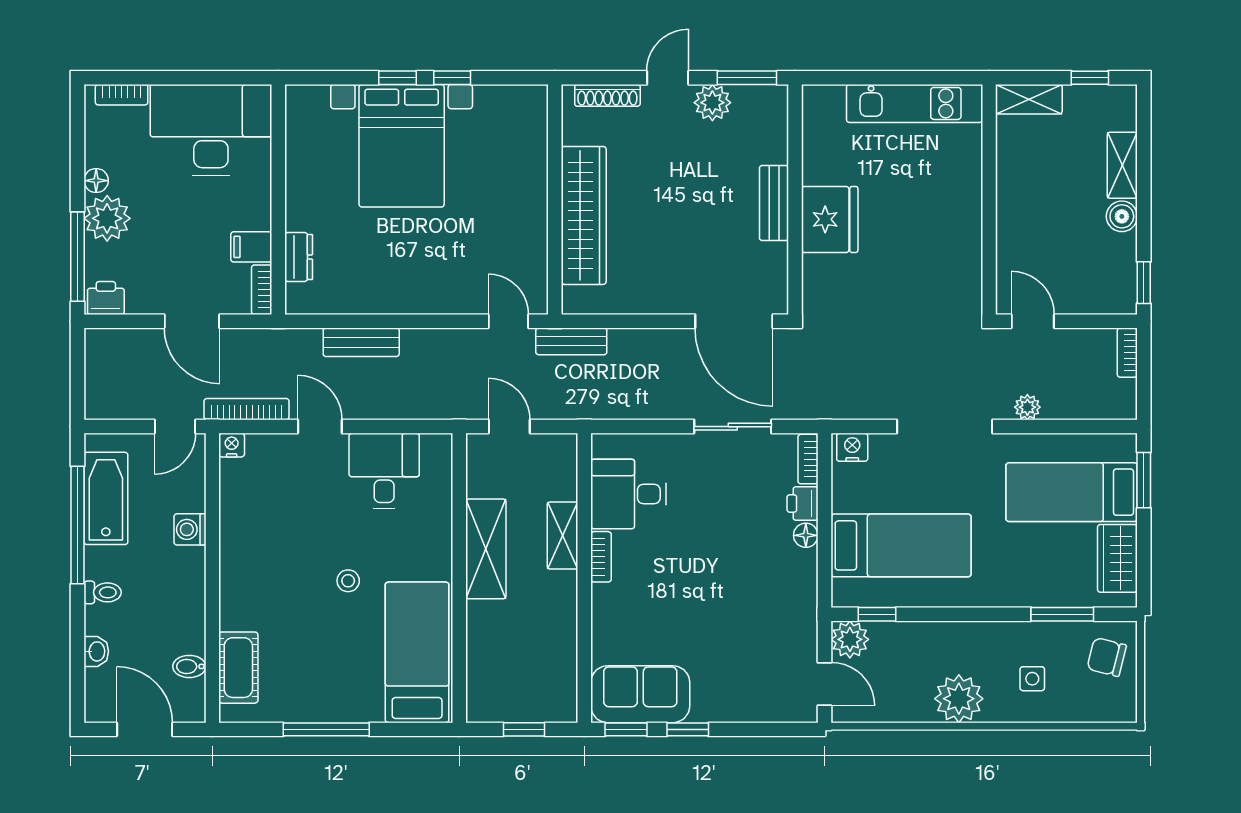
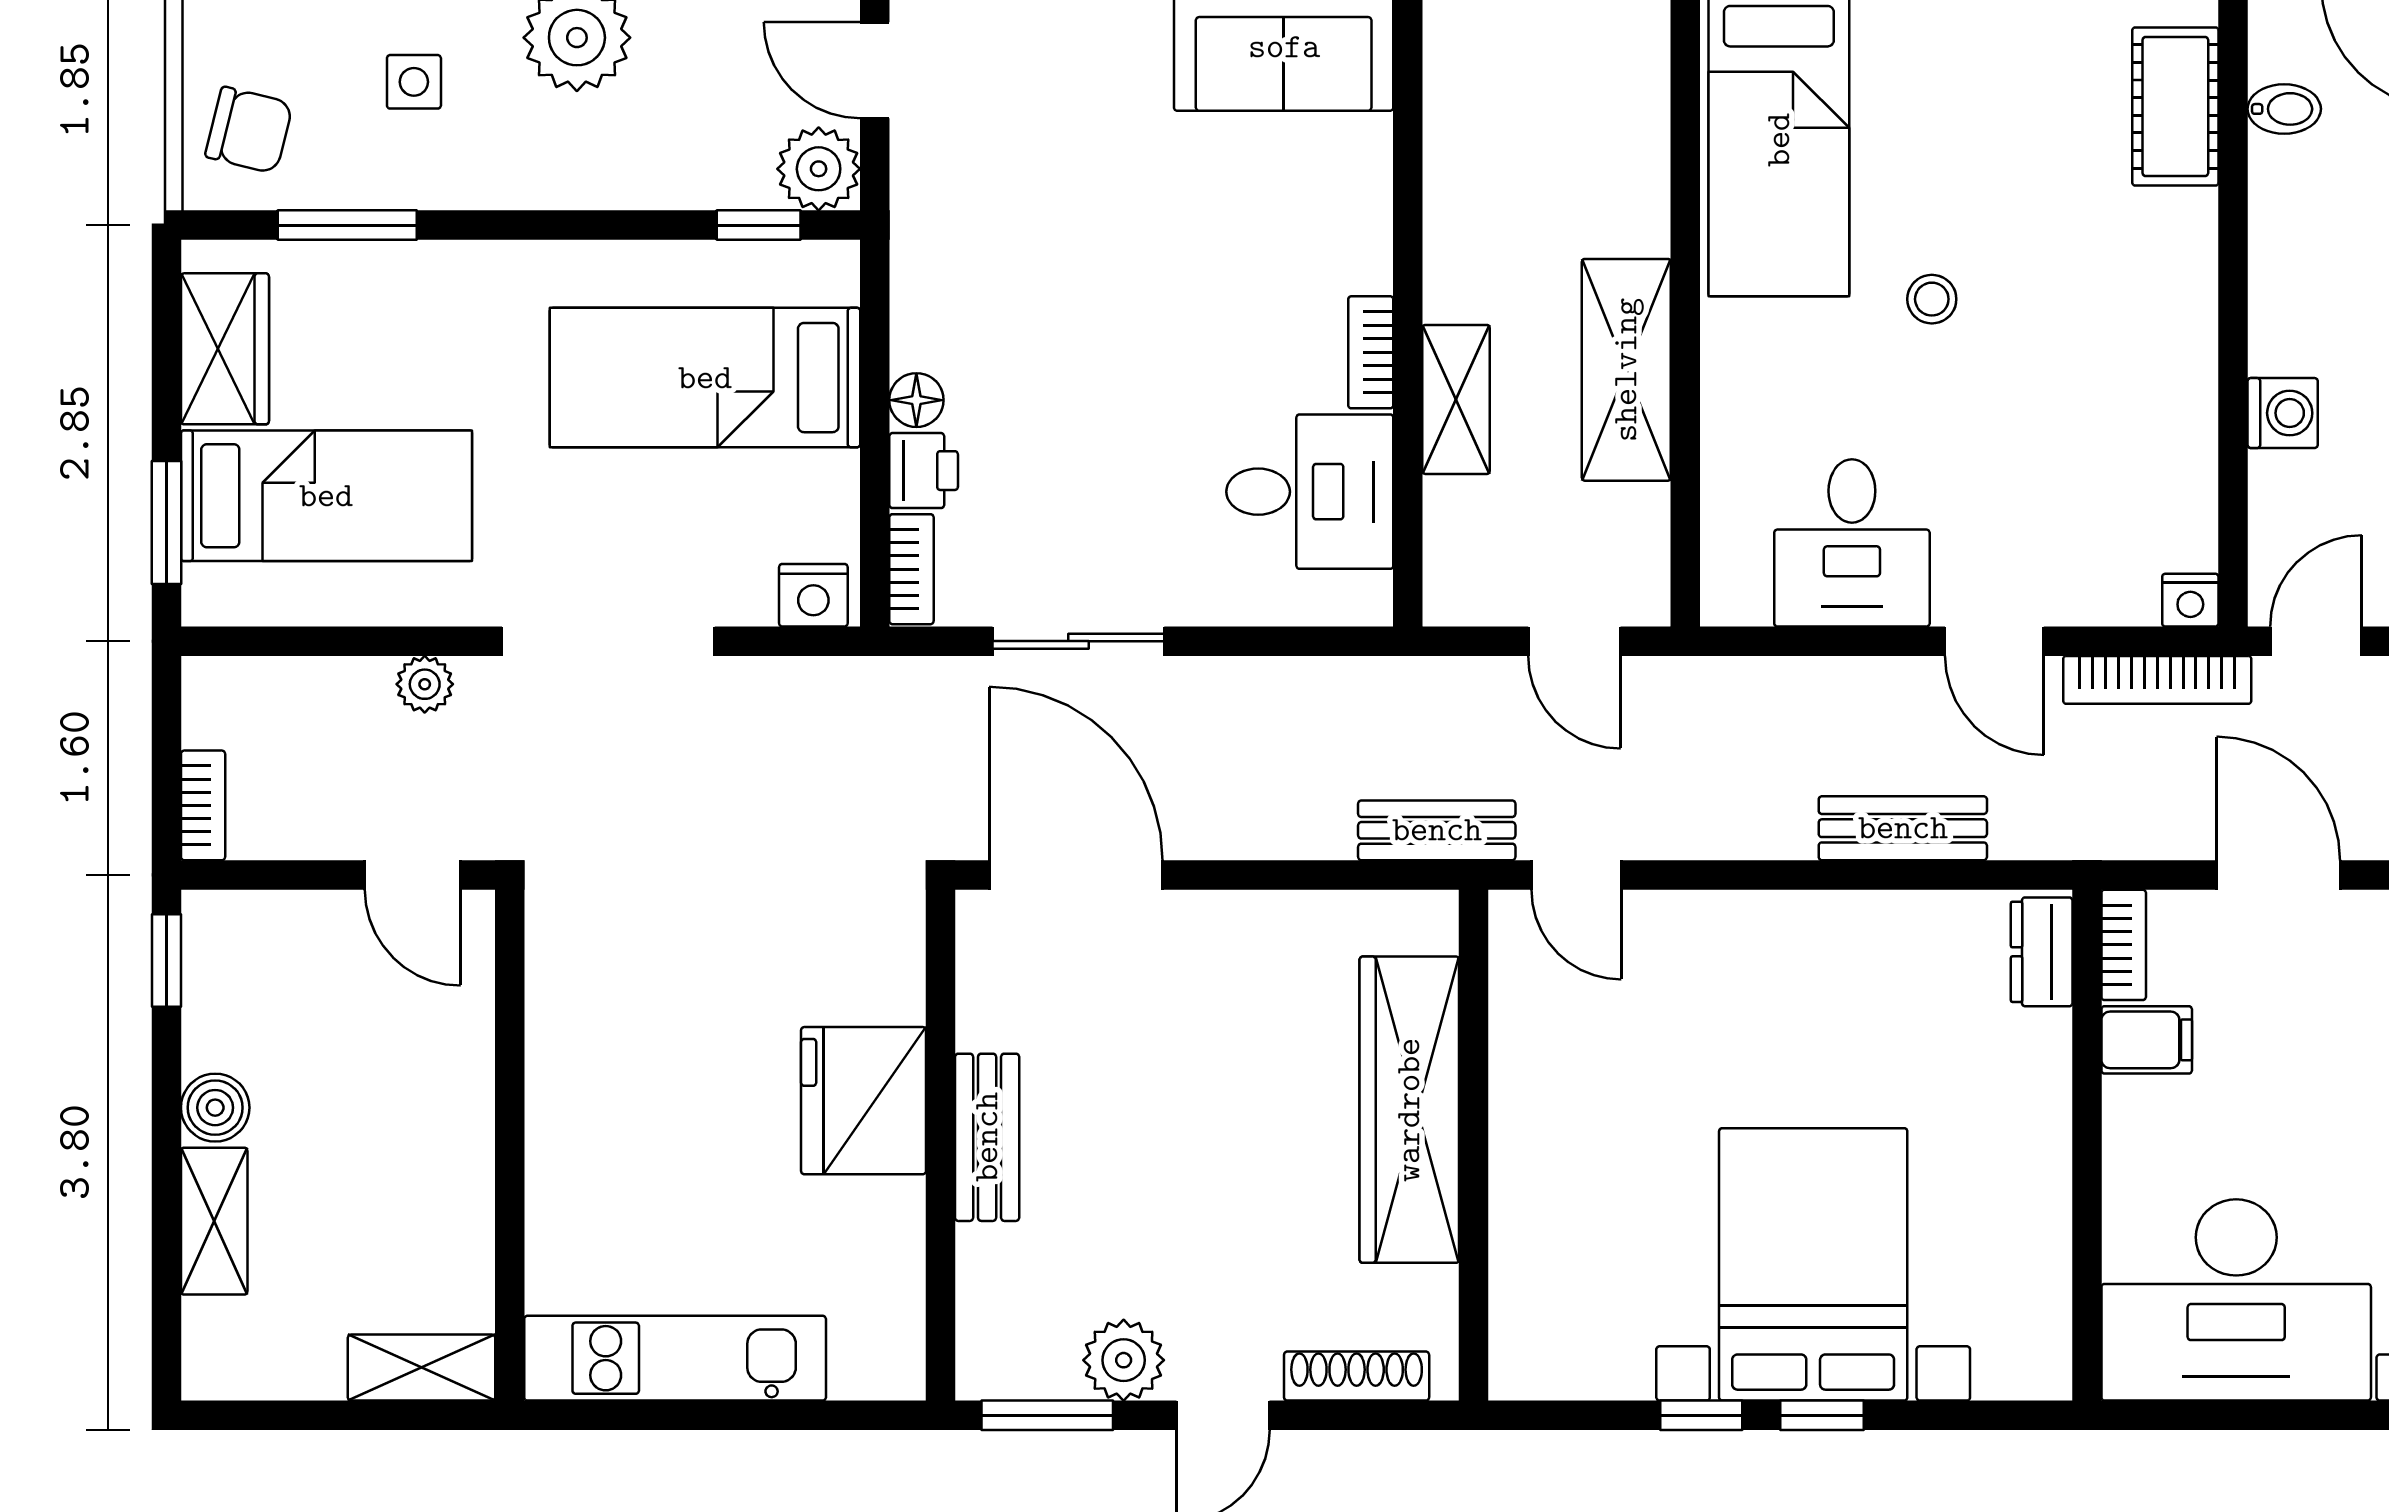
window: (1090, 78) -> (286, 1415), removed
dresser: (299, 257) -> (2042, 952), moved

